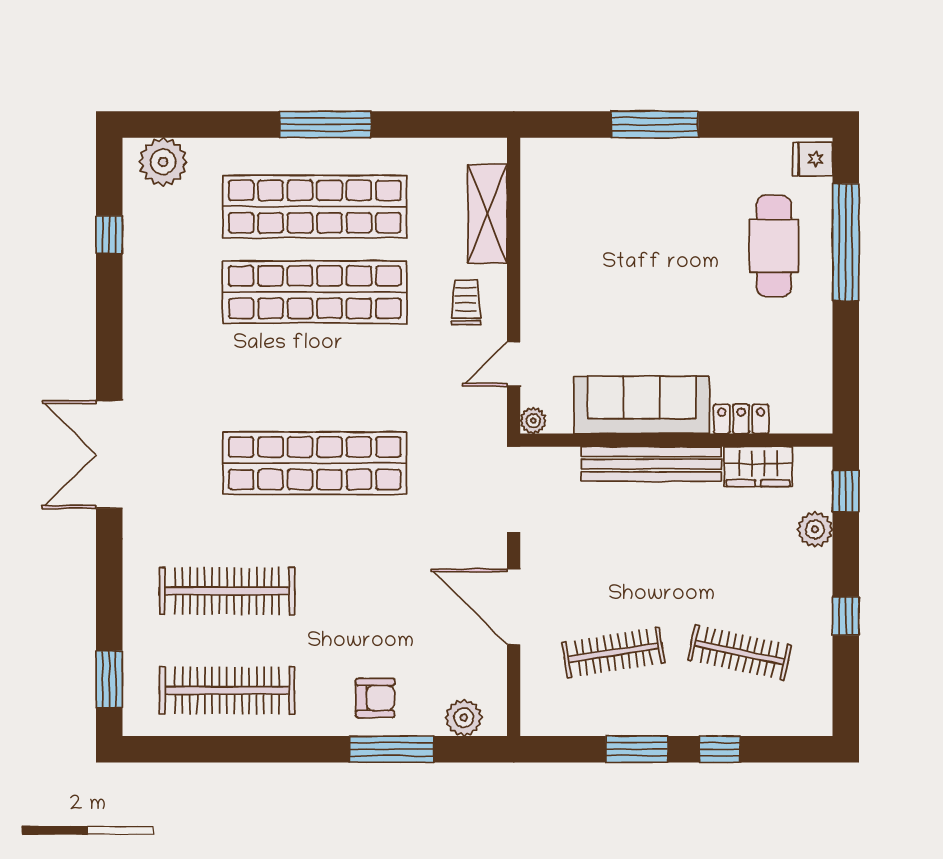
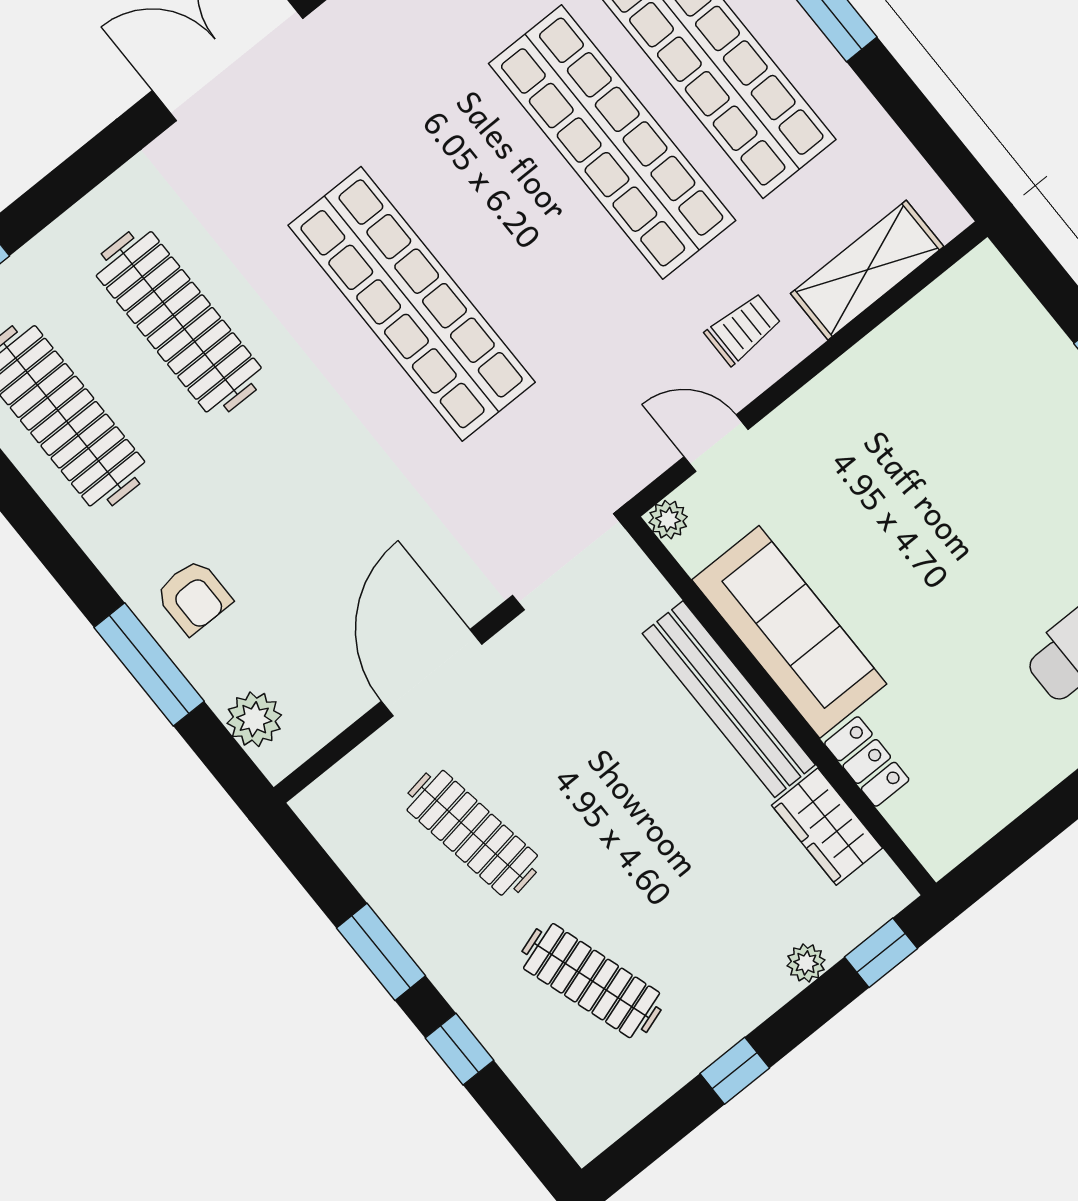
plant: (815, 529) -> (806, 963), width x0.73, depth x0.73
clothes rail: (740, 652) -> (592, 981), turned -30

